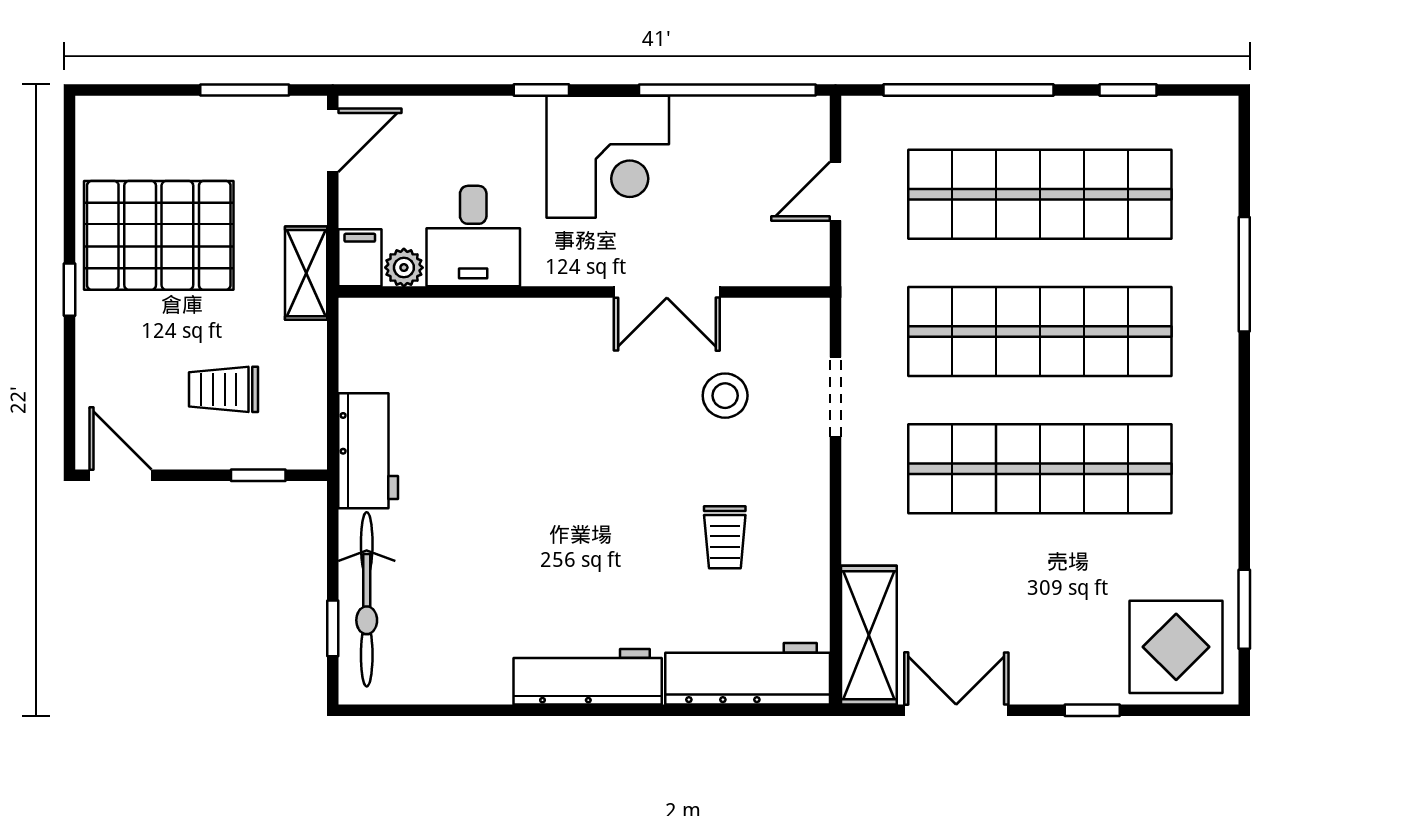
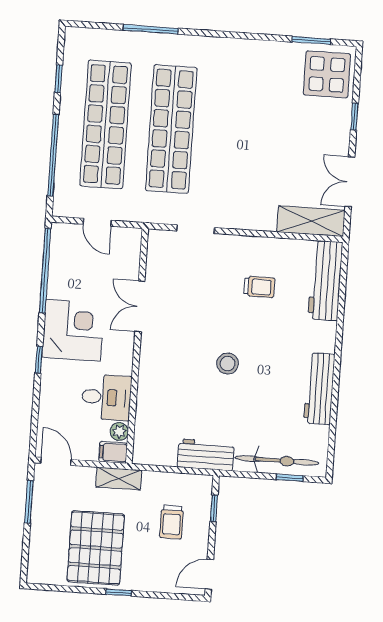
double door: (667, 292) -> (140, 306), swing flipped
stool: (725, 396) -> (228, 364), moved
shop shelf: (1040, 469) -> (237, 134), removed
workbench: (588, 677) -> (319, 389), moved

